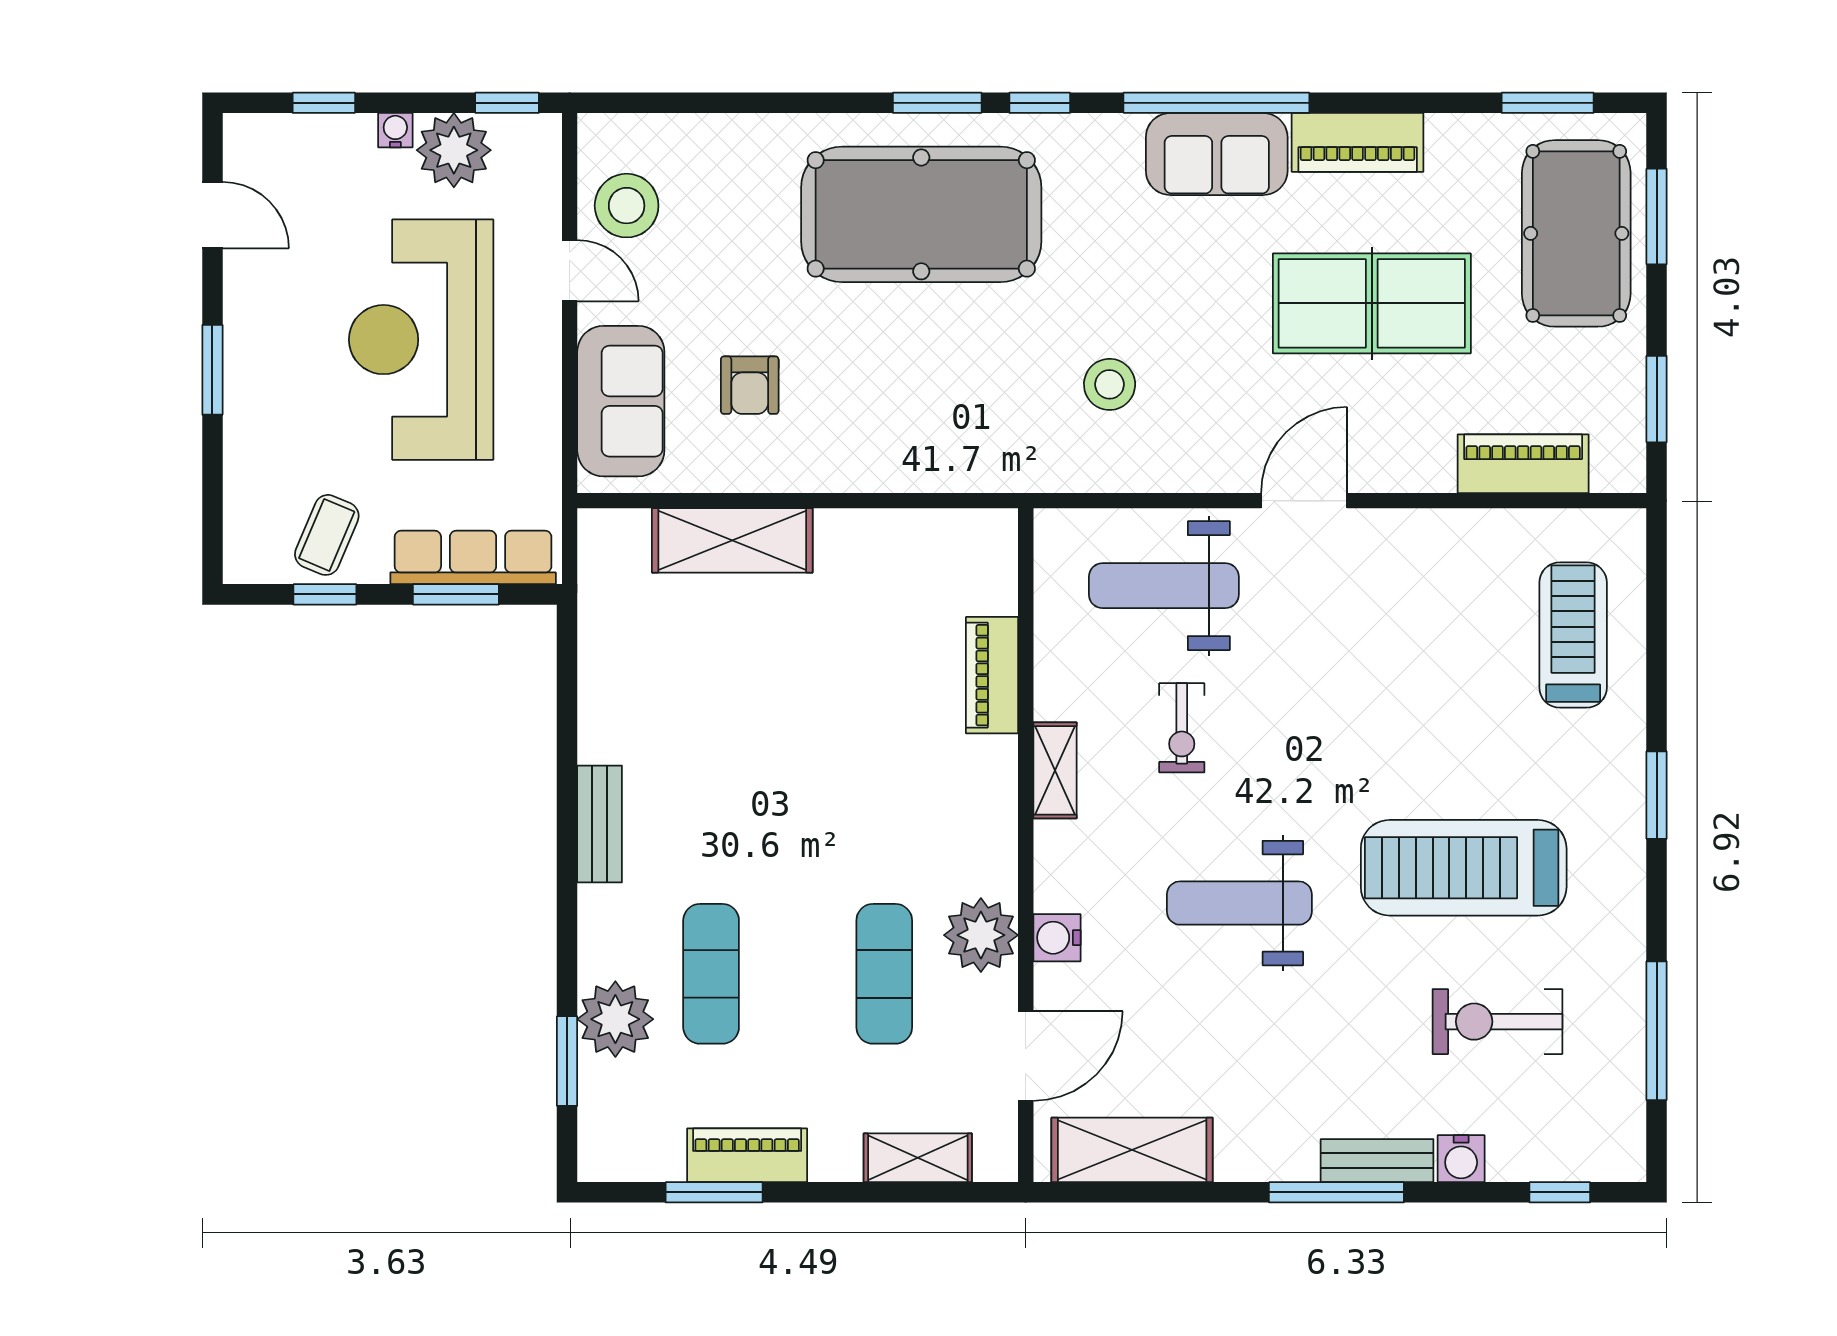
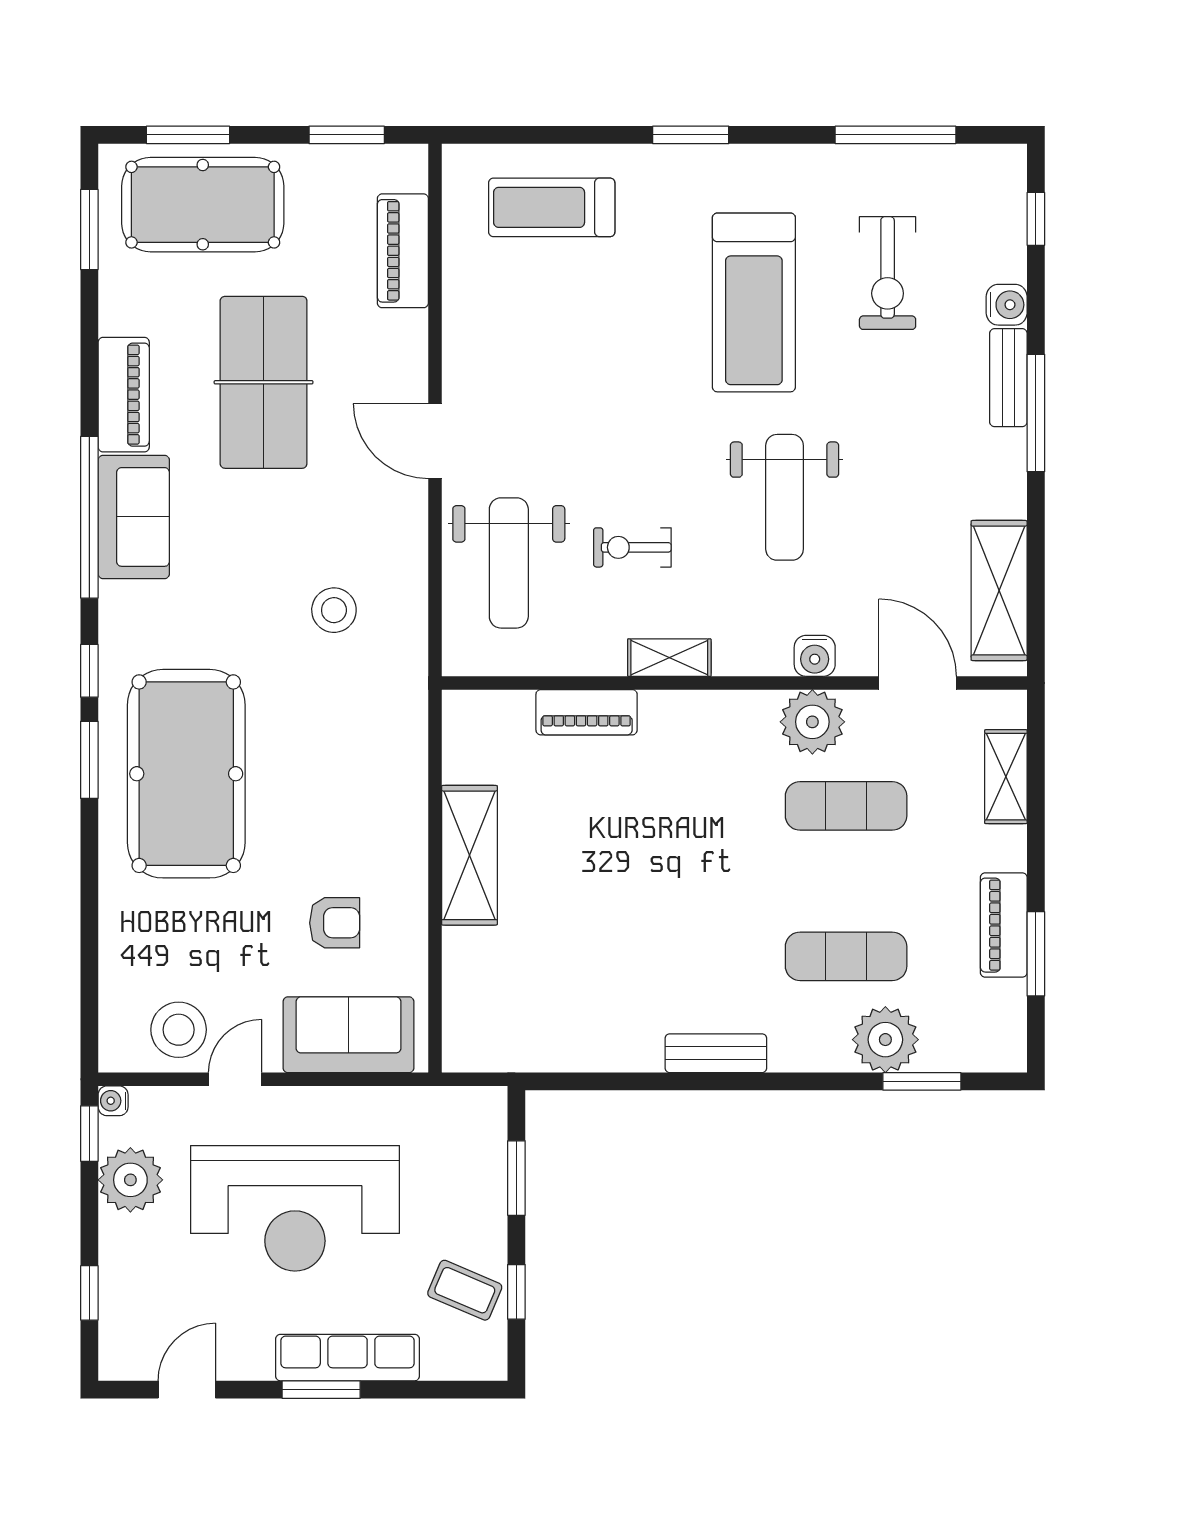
water cooler: (395, 130) -> (113, 1101), moved
shelving: (732, 540) -> (469, 855), moved
row of seats: (473, 557) -> (348, 1358), moved, turned 90
exercise bike: (1182, 728) -> (632, 547), turned 180

